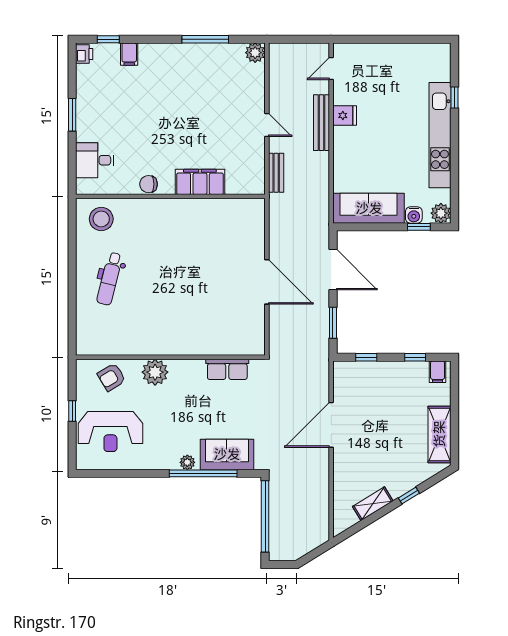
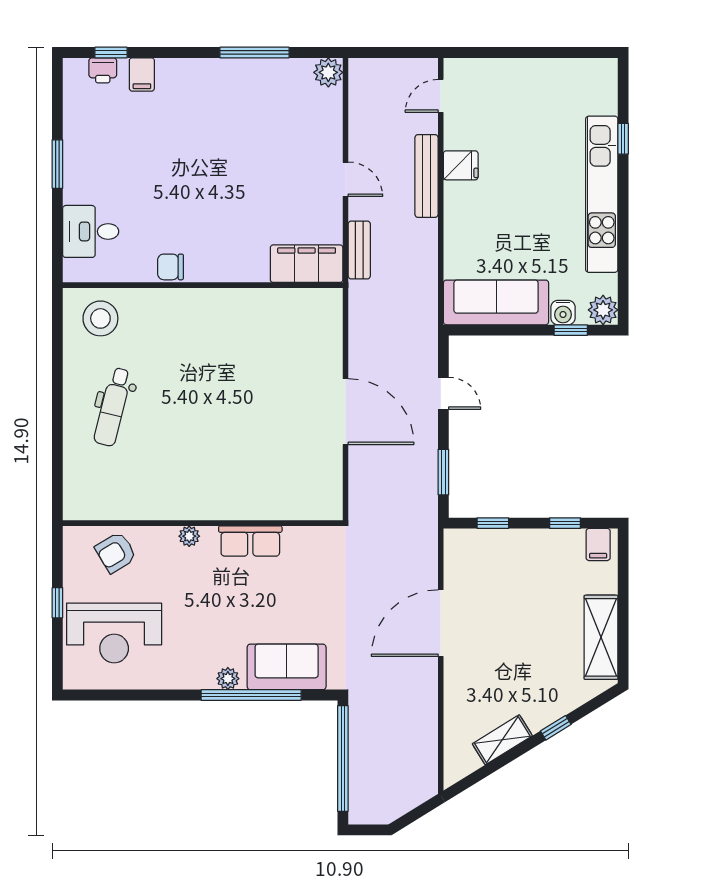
printer: (84, 54) -> (103, 70), moved, turned 90
filing cabinet: (200, 182) -> (307, 264), moved
door: (333, 270) -> (443, 393), width x0.53
row of seats: (227, 369) -> (250, 541), moved
plant: (155, 372) -> (189, 536), width x0.53, depth x0.53

